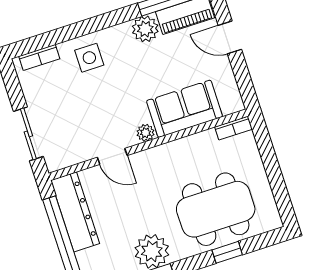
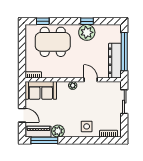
sofa: (184, 109) -> (41, 90), moved
window: (227, 252) -> (43, 21), moved

